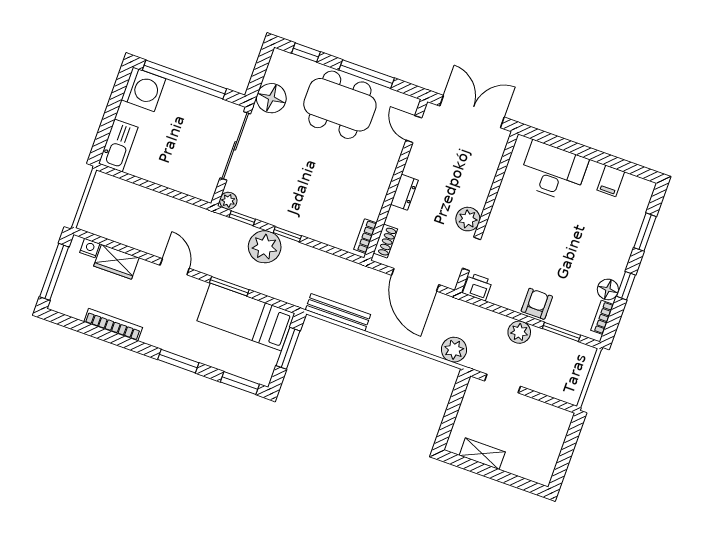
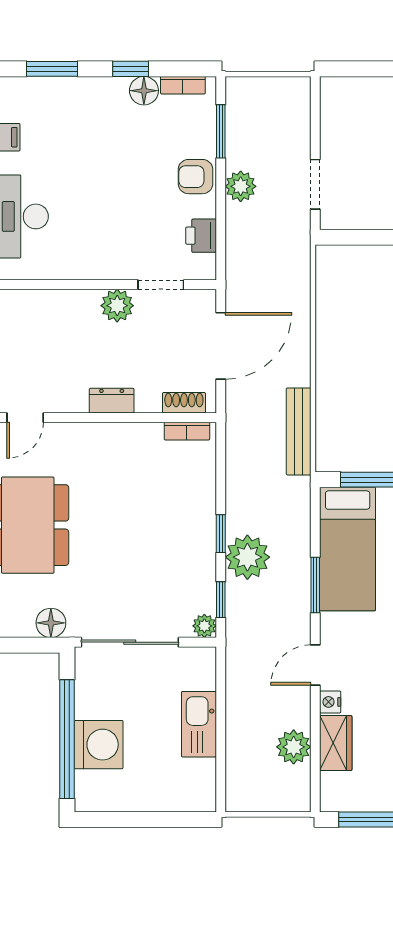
washing machine: (144, 89) -> (99, 745), moved, turned 90
floor lamp: (271, 98) -> (51, 623), width x0.73, depth x0.73
kitchen sink: (118, 145) -> (199, 724), moved, turned -90
nightstand: (90, 248) -> (330, 702), moved
printer: (478, 287) -> (201, 236), moved
plant: (454, 350) -> (294, 747), moved

